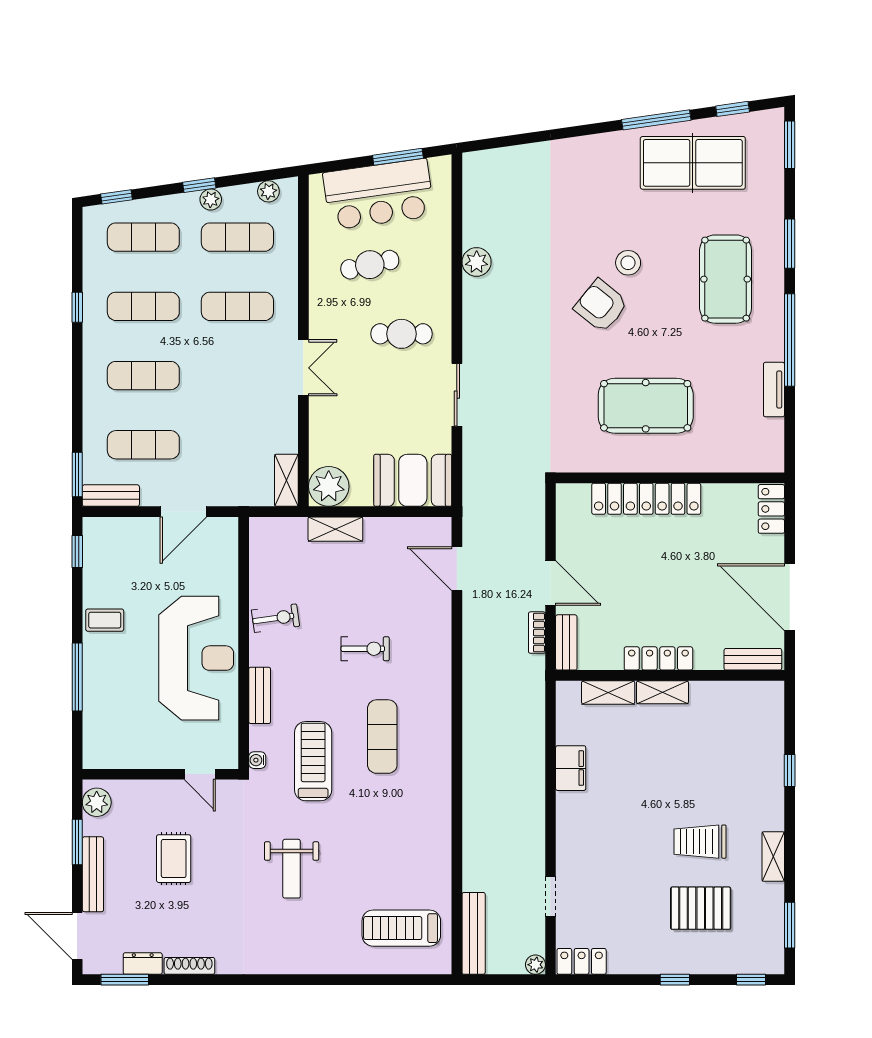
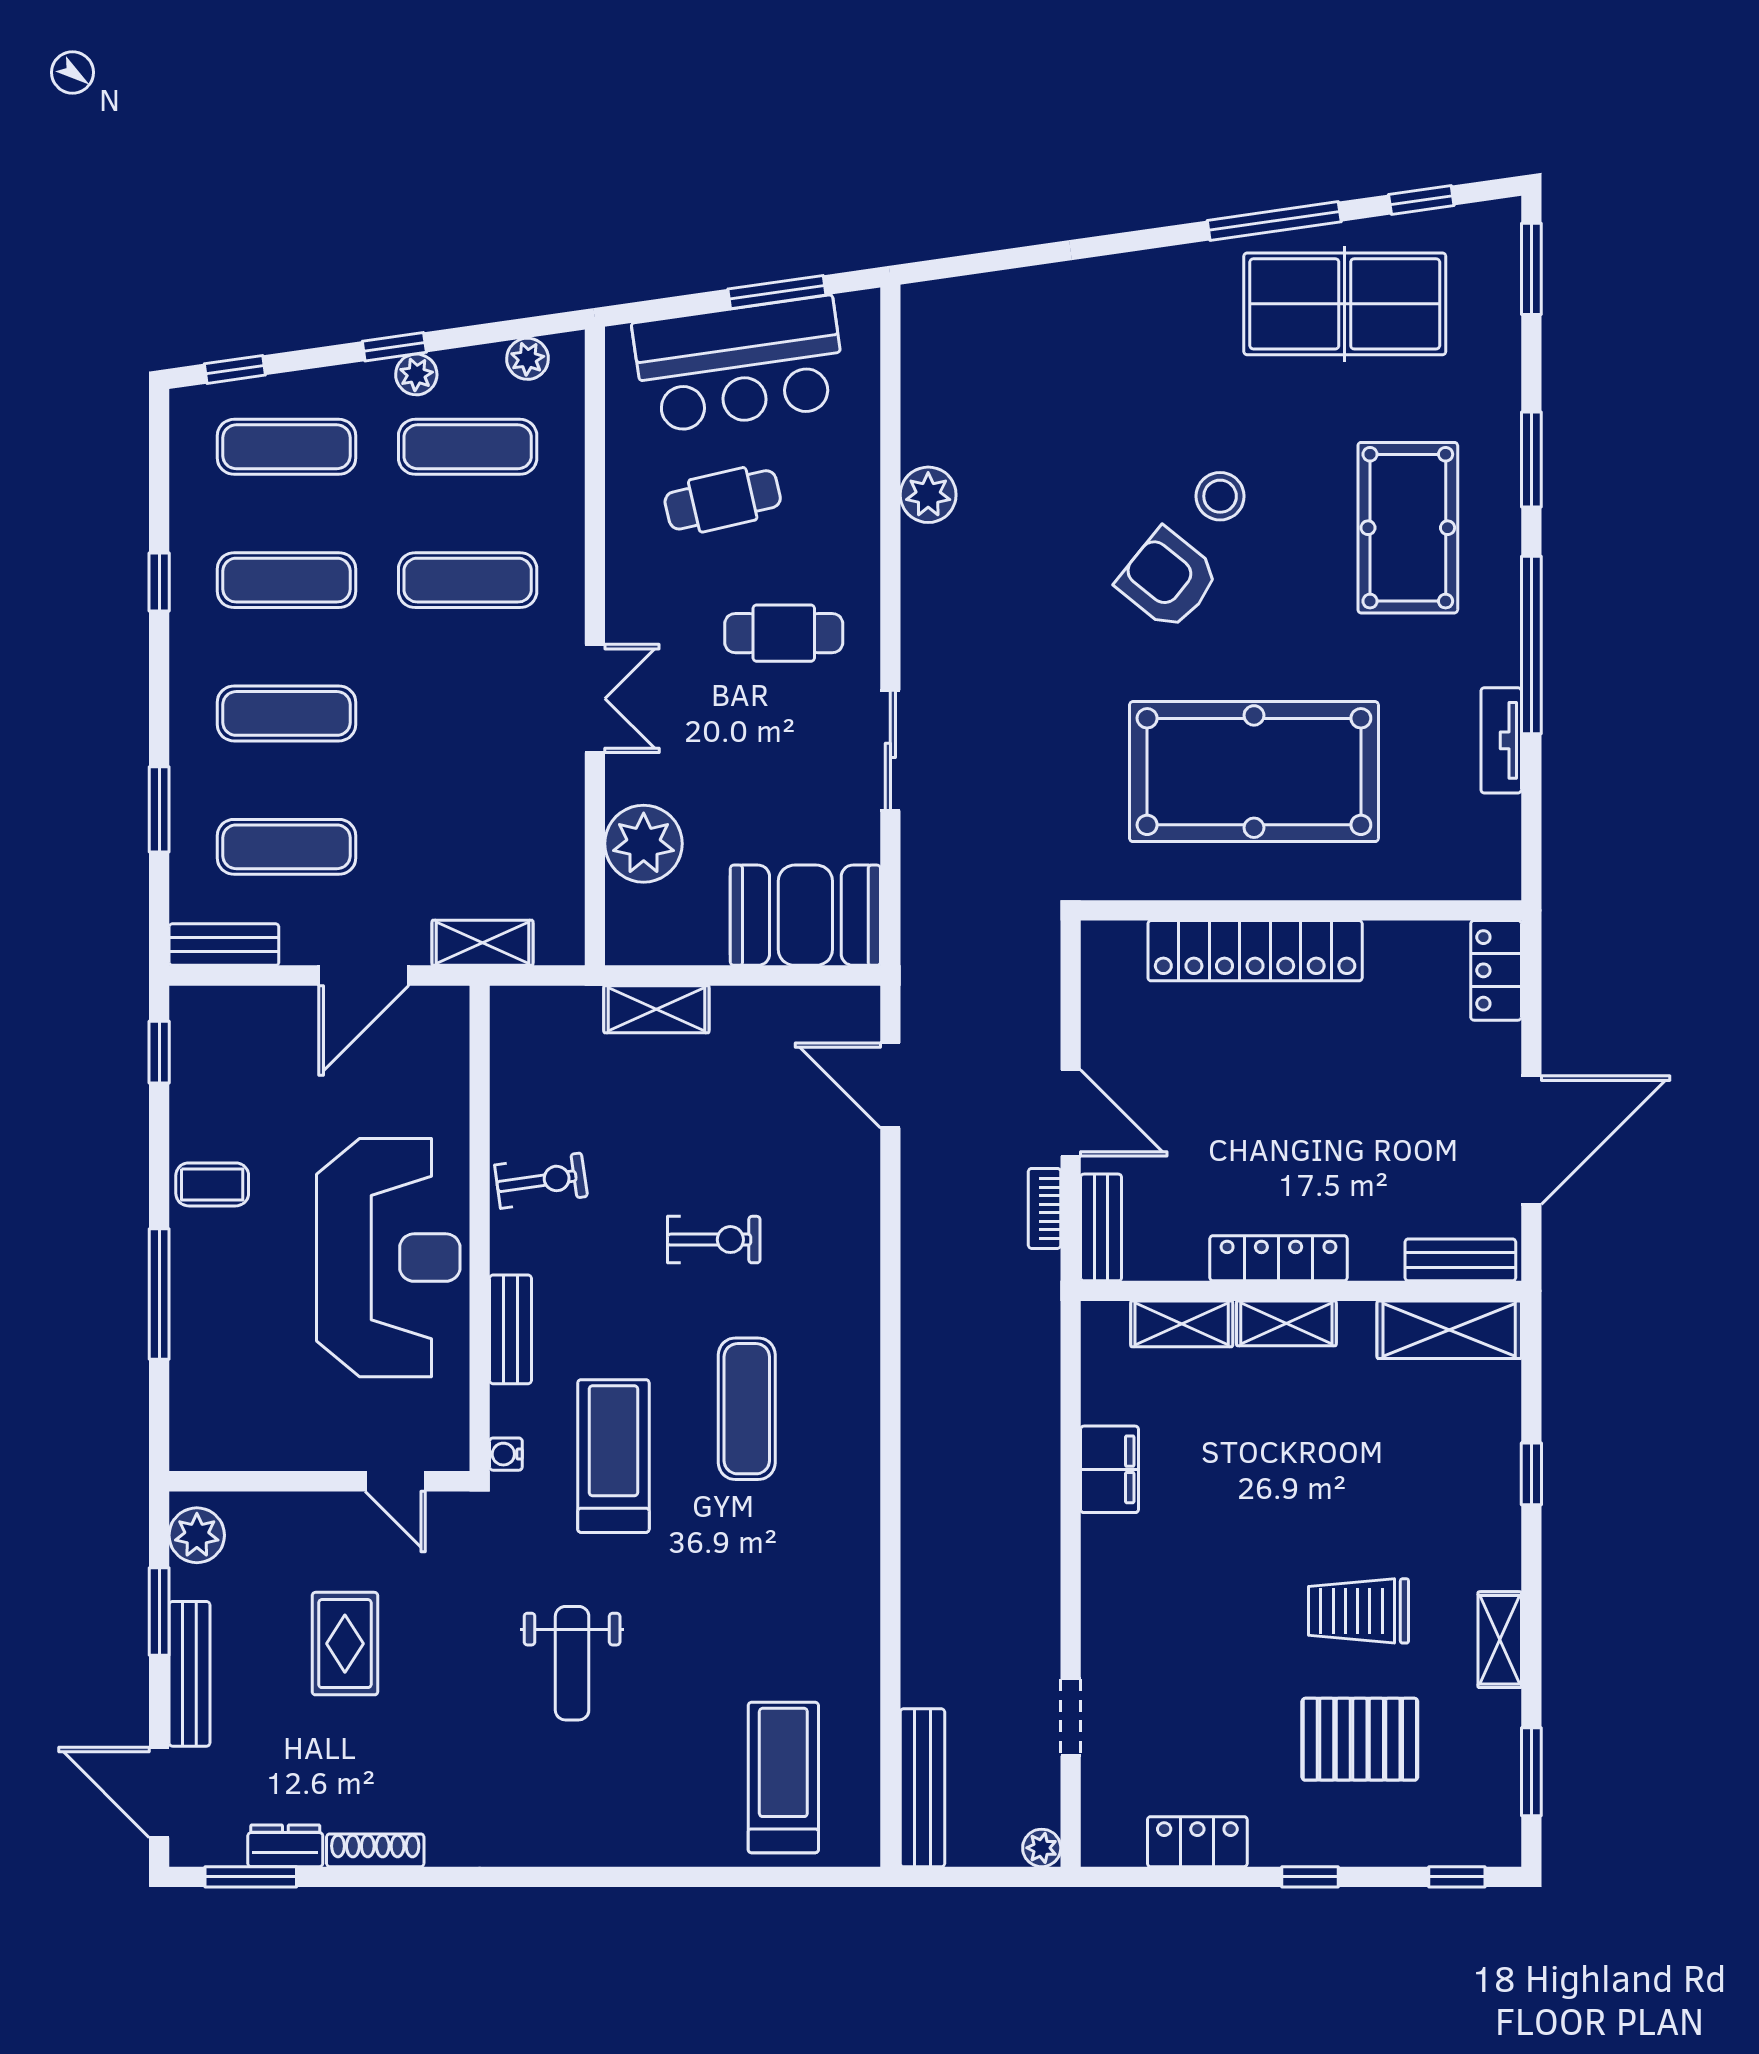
pool table: (646, 406) -> (1254, 772), width x1.36, depth x1.32
window: (77, 475) -> (159, 809), moved
shelving: (286, 480) -> (482, 943), moved, turned 90
plant: (329, 486) -> (644, 844), moved
door: (790, 597) -> (1531, 1140), swing flipped
shelving: (747, 696) -> (1449, 1330), added
treadmill: (401, 928) -> (783, 1778), turned 90
locker: (582, 961) -> (1197, 1842), moved

